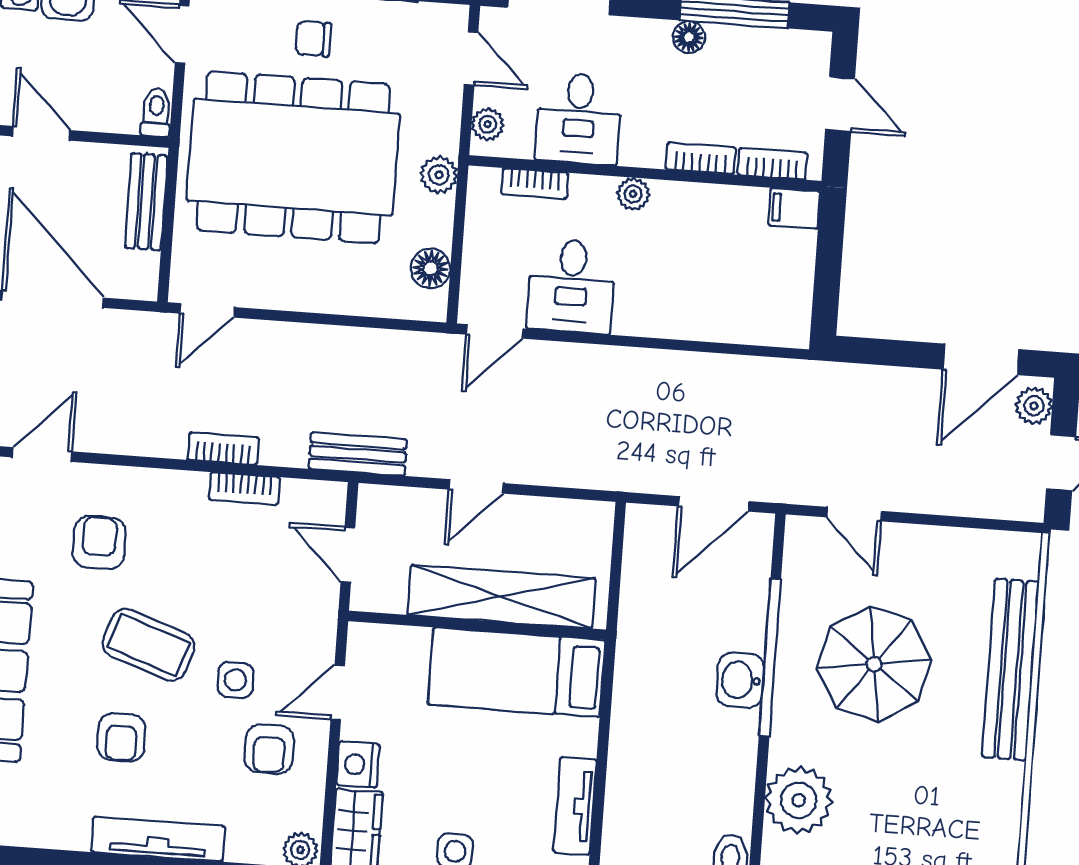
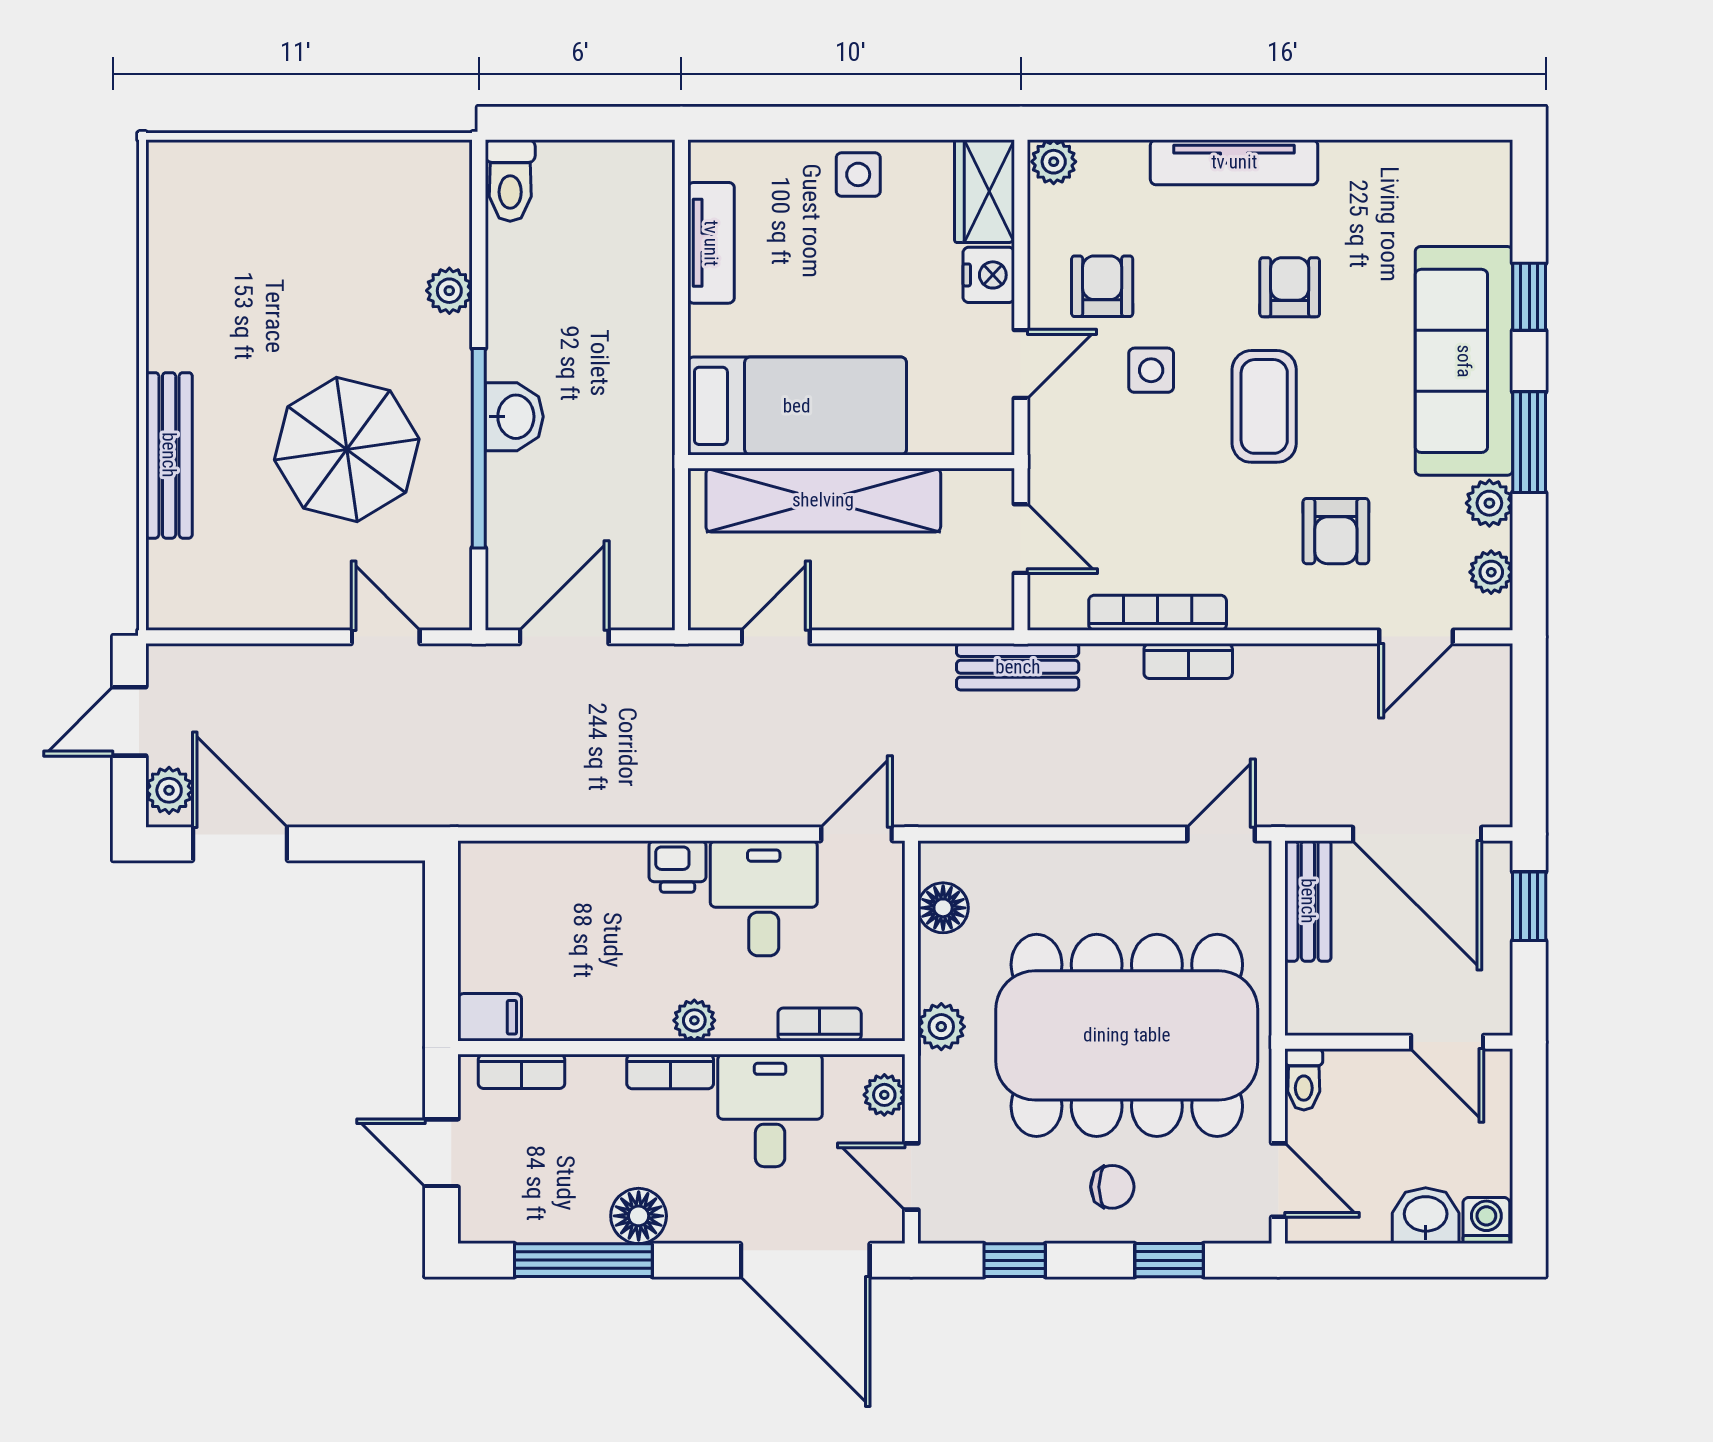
floor lamp: (689, 37) -> (639, 1216), width x1.37, depth x1.37
bookcase: (701, 158) -> (670, 1072), moved
bench: (146, 202) -> (1308, 901), moved
printer: (637, 316) -> (677, 866), added
door: (981, 359) -> (240, 844), hinge flipped
door: (476, 486) -> (776, 637), moved
bookcase: (244, 488) -> (1158, 613), width x1.56
coffee table: (148, 645) -> (1264, 406), turned 71
bench: (1011, 669) -> (169, 455), width x0.73, depth x0.82
plant: (799, 800) -> (449, 291), width x0.53, depth x0.53

